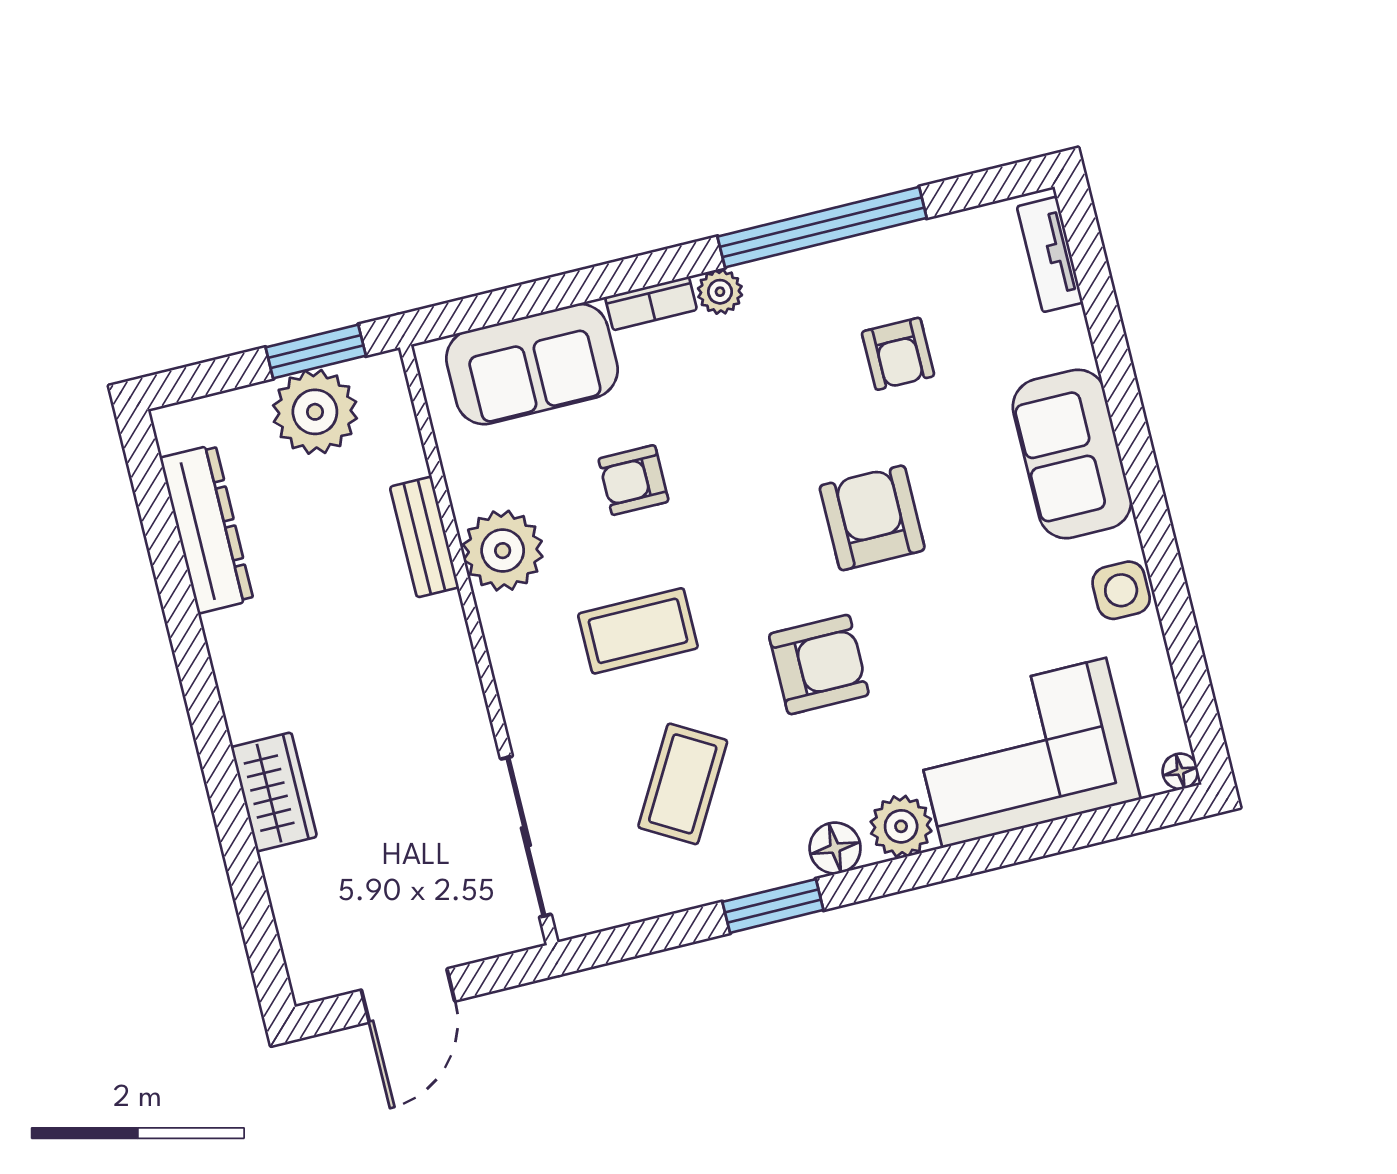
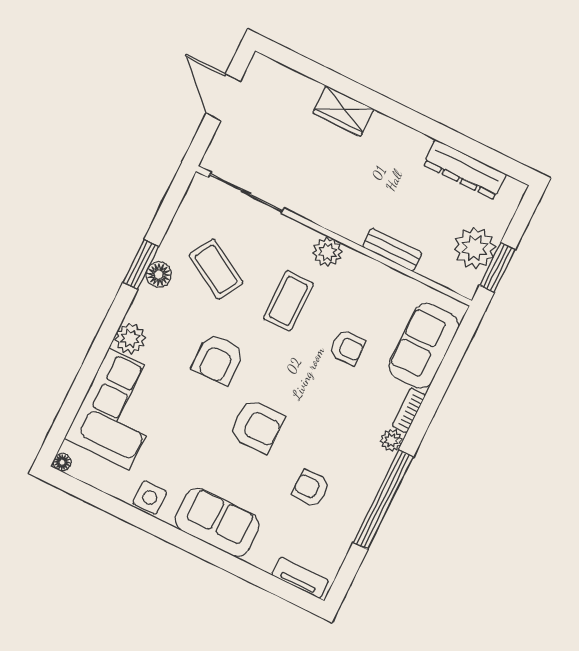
armchair: (633, 480) -> (347, 347), turned 90
plant: (503, 551) -> (327, 252), moved, width x0.73, depth x0.73
floor lamp: (835, 848) -> (159, 275), moved

